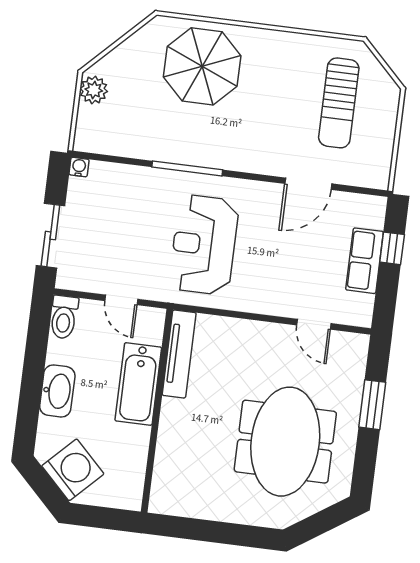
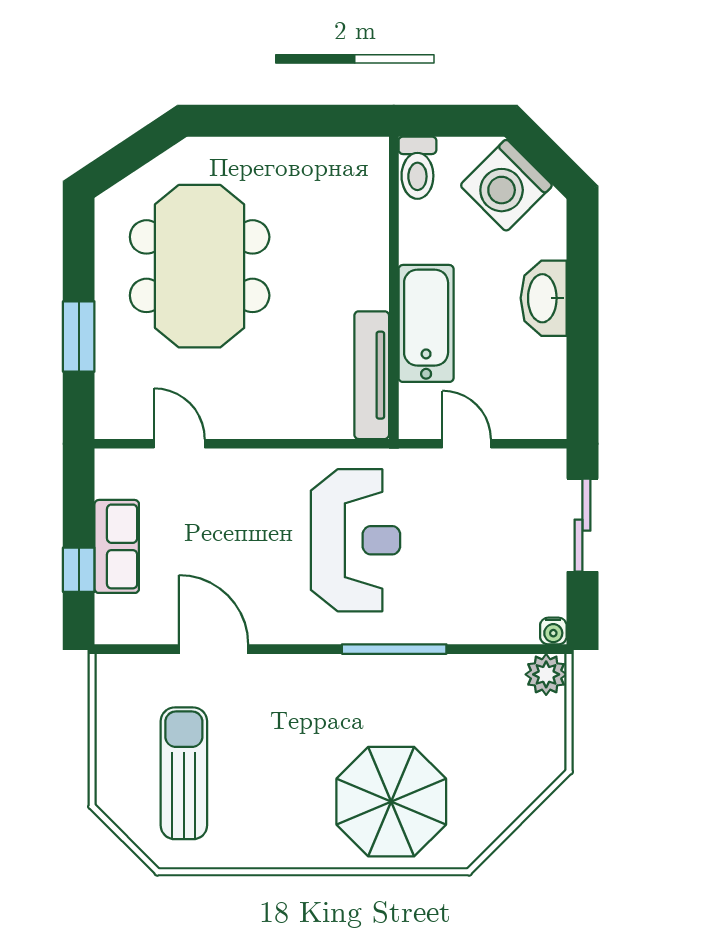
plant: (94, 90) -> (546, 674), moved
door: (308, 184) -> (214, 649), hinge flipped
toilet: (64, 317) -> (417, 168), moved, turned 180

